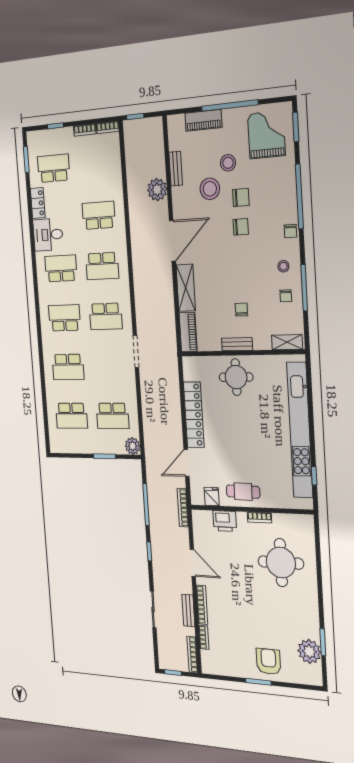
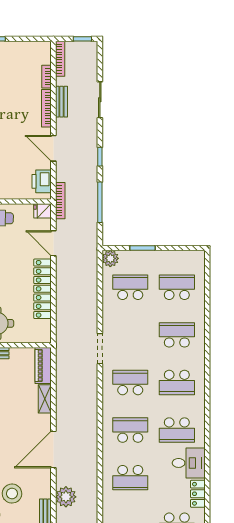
shelving: (186, 288) -> (45, 399), width x0.67, depth x0.75
door: (186, 463) -> (53, 243), swing flipped
fridge: (212, 497) -> (43, 211), moved, turned 90
printer: (225, 521) -> (42, 181), moved, turned -90

